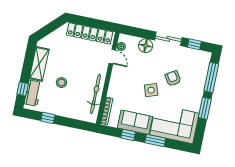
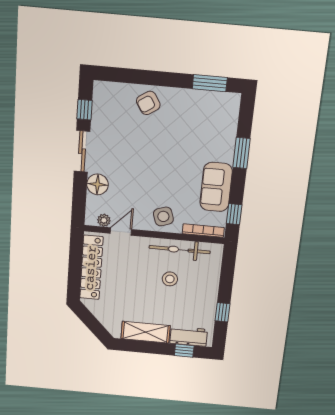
window: (211, 77) -> (133, 76), removed
armchair: (173, 78) -> (148, 103), moved
stool: (61, 83) -> (170, 279), moved
side table: (151, 90) -> (163, 216), moved
window: (205, 108) -> (210, 83), moved
corner sofa: (174, 124) -> (213, 126), removed
window: (128, 135) -> (234, 214), moved

